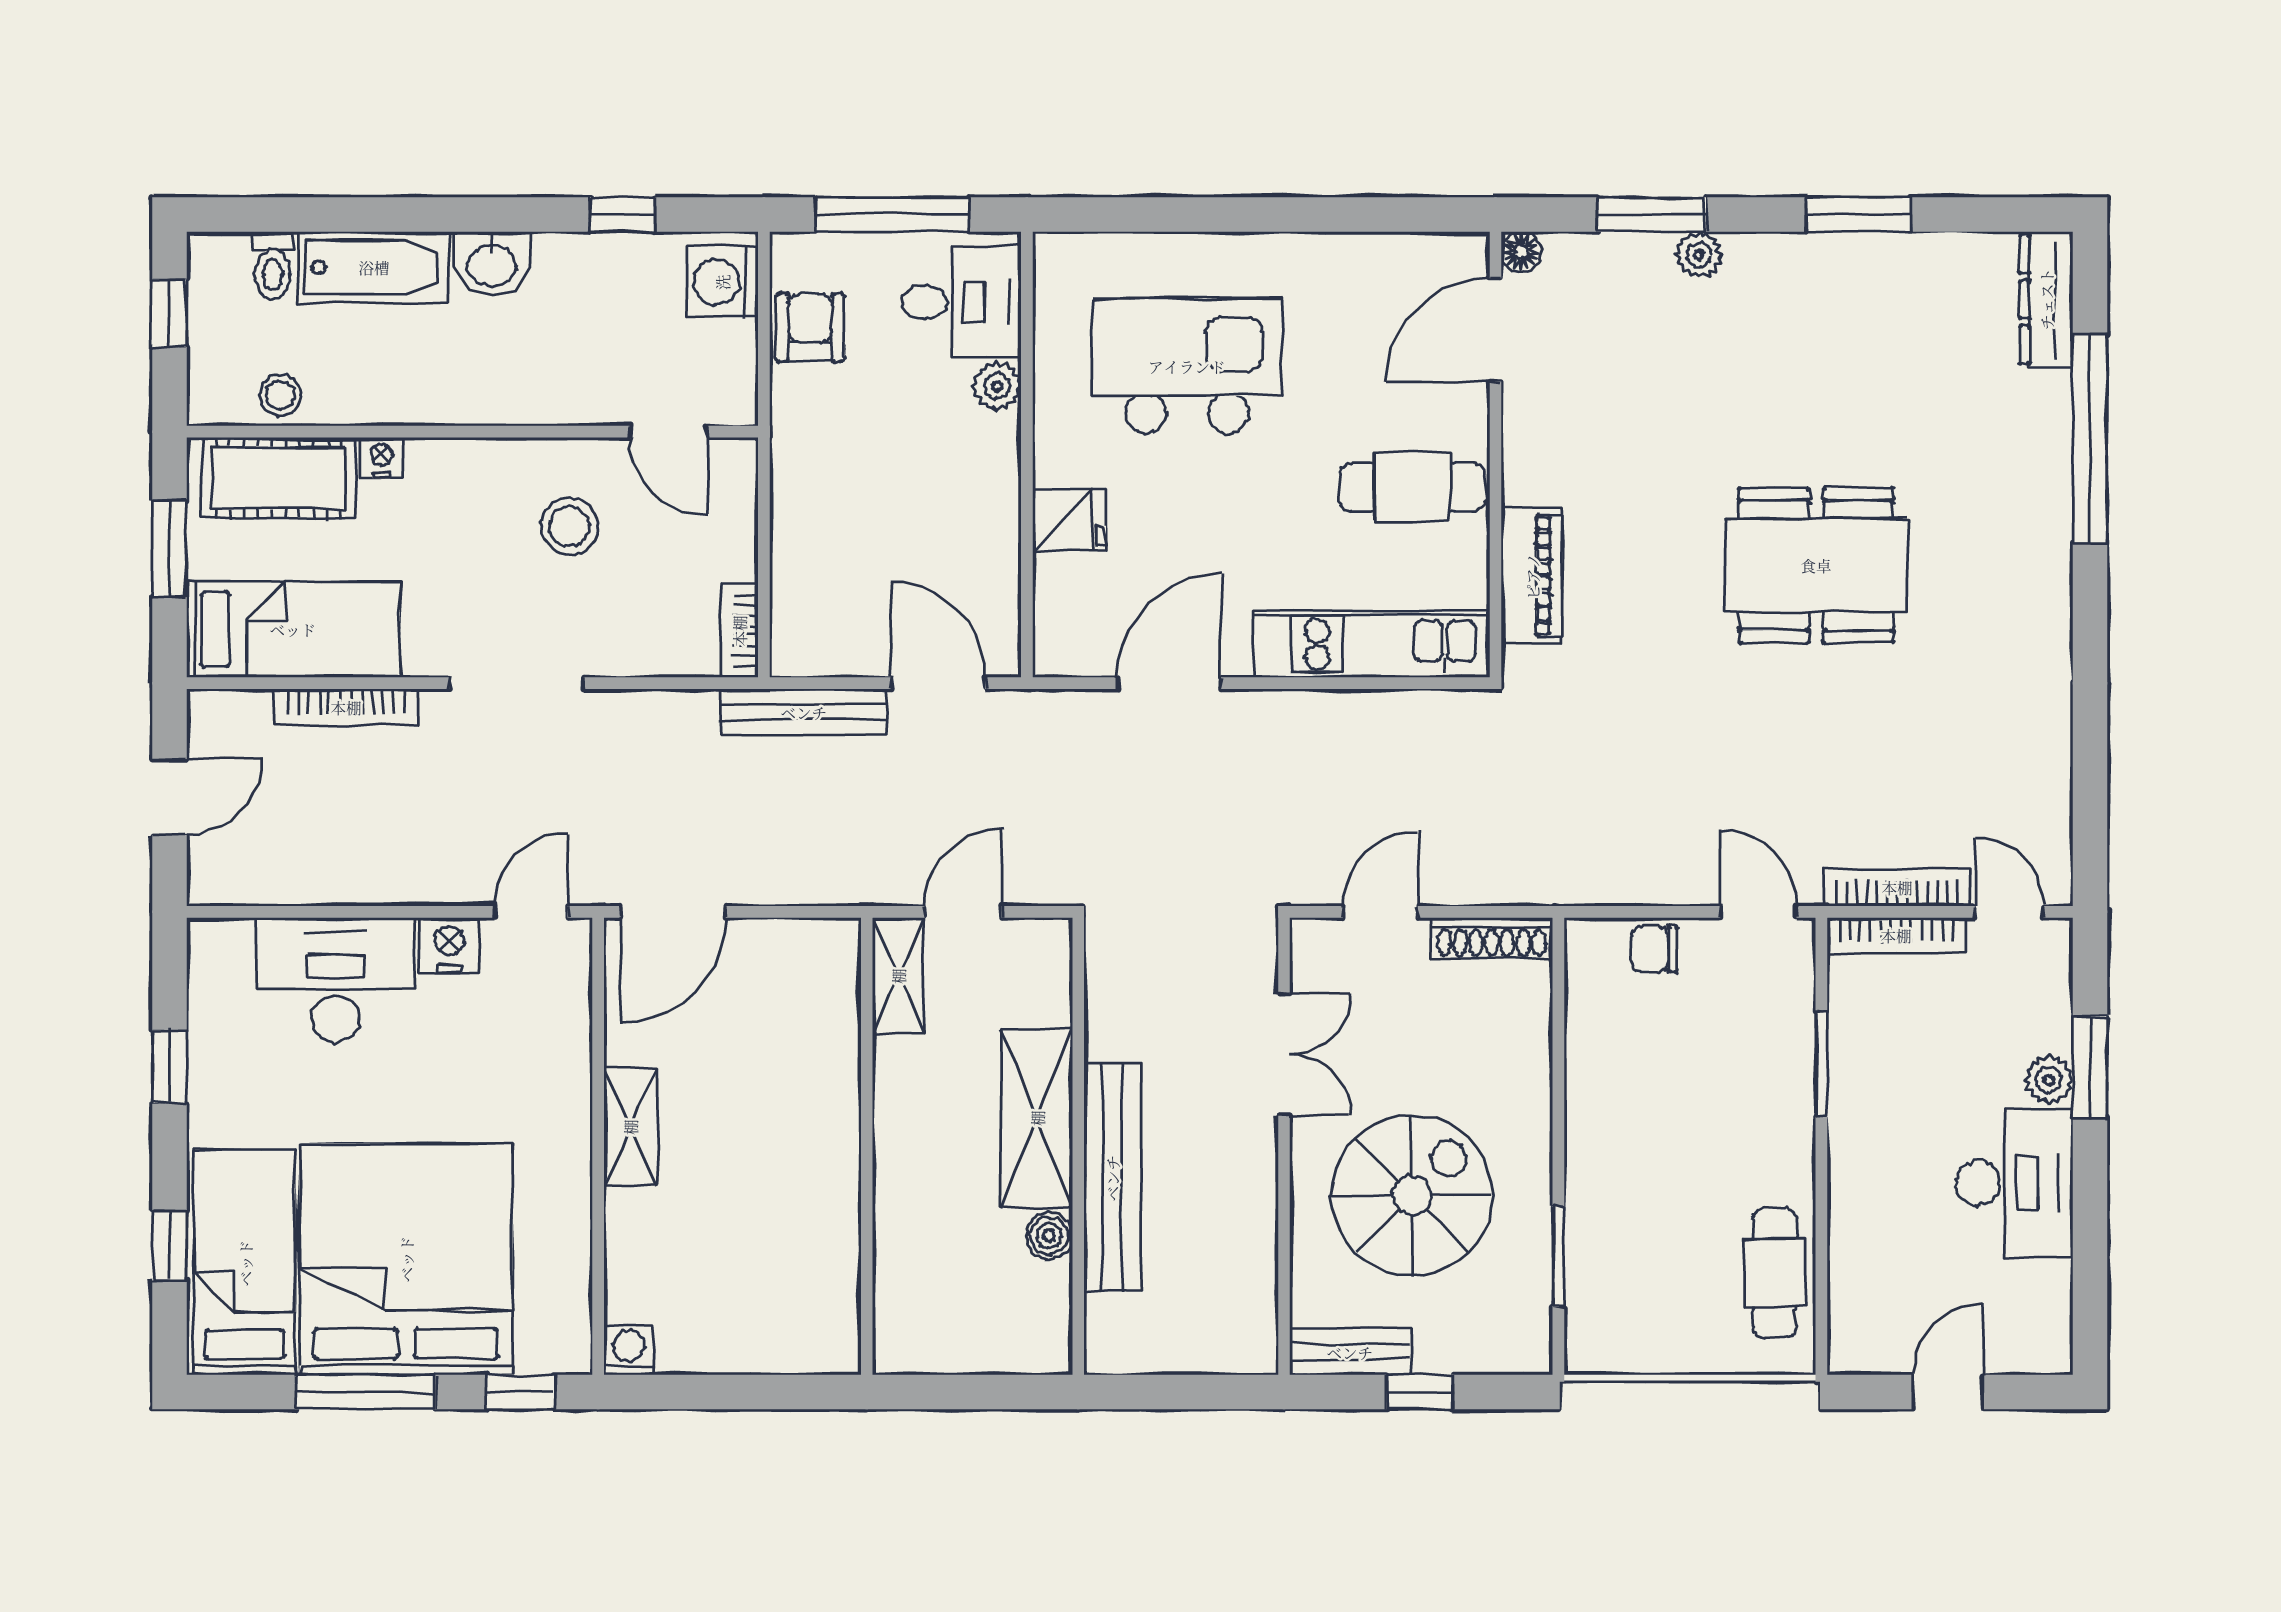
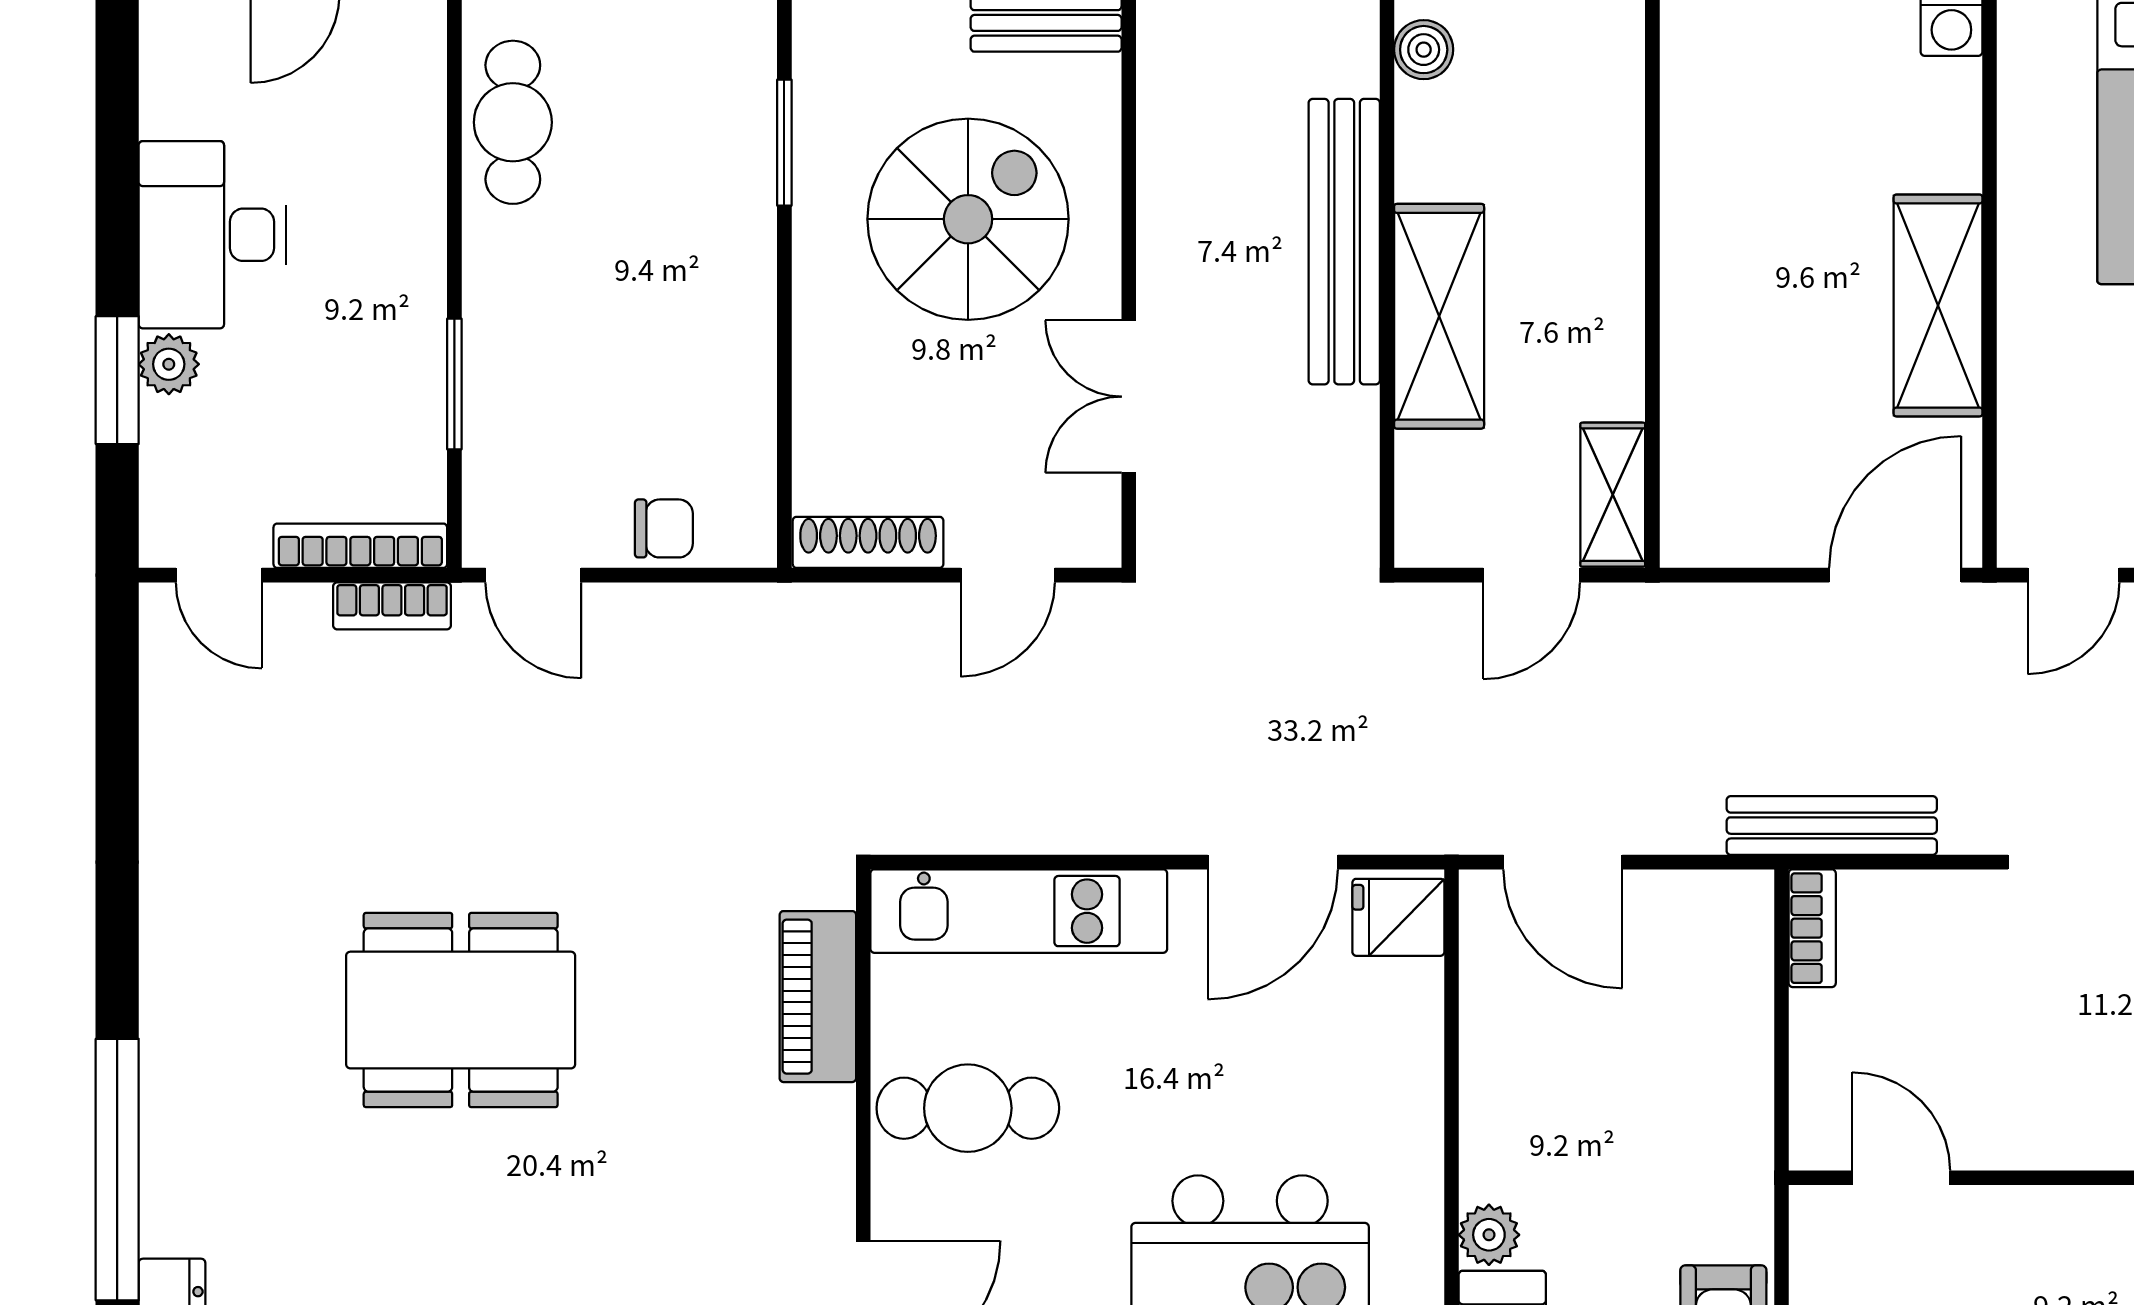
fridge: (1069, 520) -> (1398, 917), moved
stool: (569, 526) -> (2026, 1059), removed
bench: (804, 712) -> (1832, 826), moved
bookcase: (1897, 887) -> (392, 606), width x0.64
shelving: (630, 1127) -> (1938, 305), width x1.50, depth x1.33
spiral stairs: (1412, 1195) -> (968, 219), turned 180
boiler: (1049, 1236) -> (1424, 50), moved

